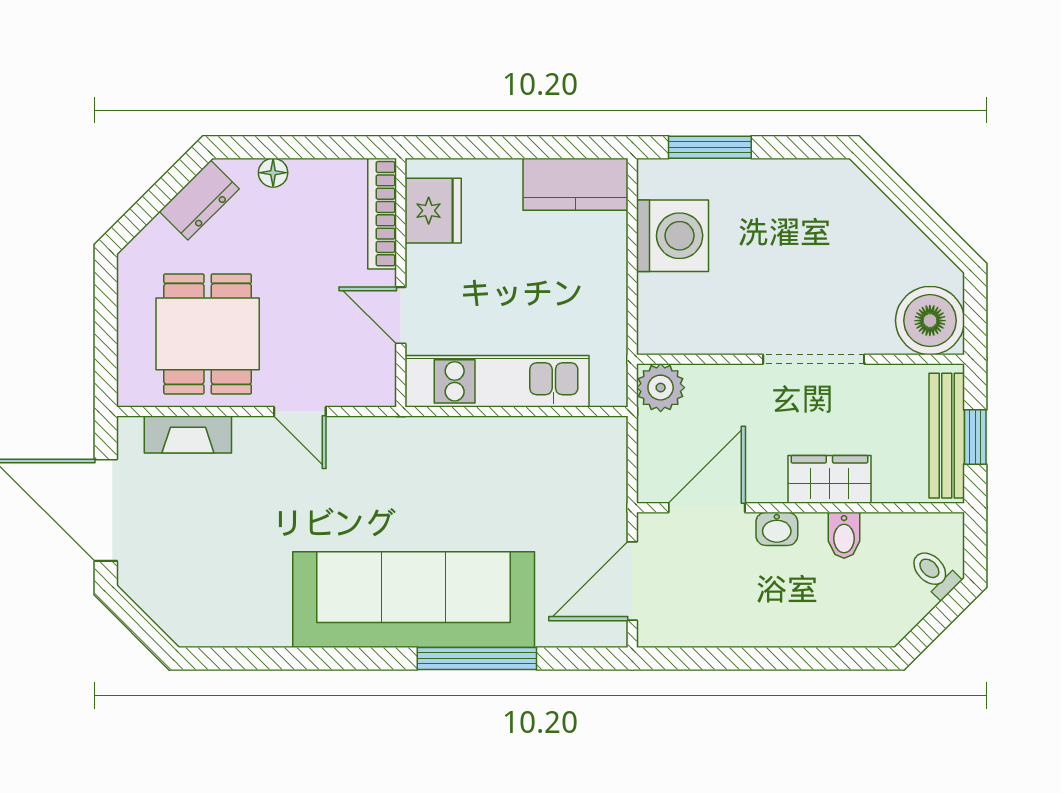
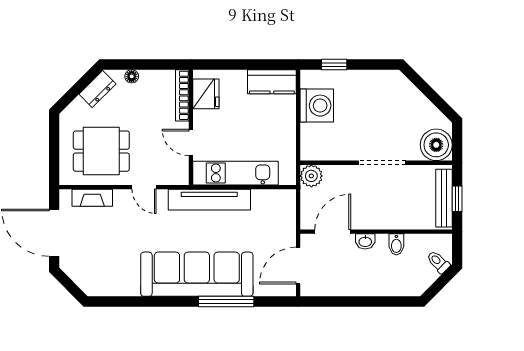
window: (710, 147) -> (334, 65), width x0.67
dining table: (208, 334) -> (101, 151), turned 90
tv unit: (440, 439) -> (209, 200), added
wardrobe: (829, 479) -> (390, 218), removed

